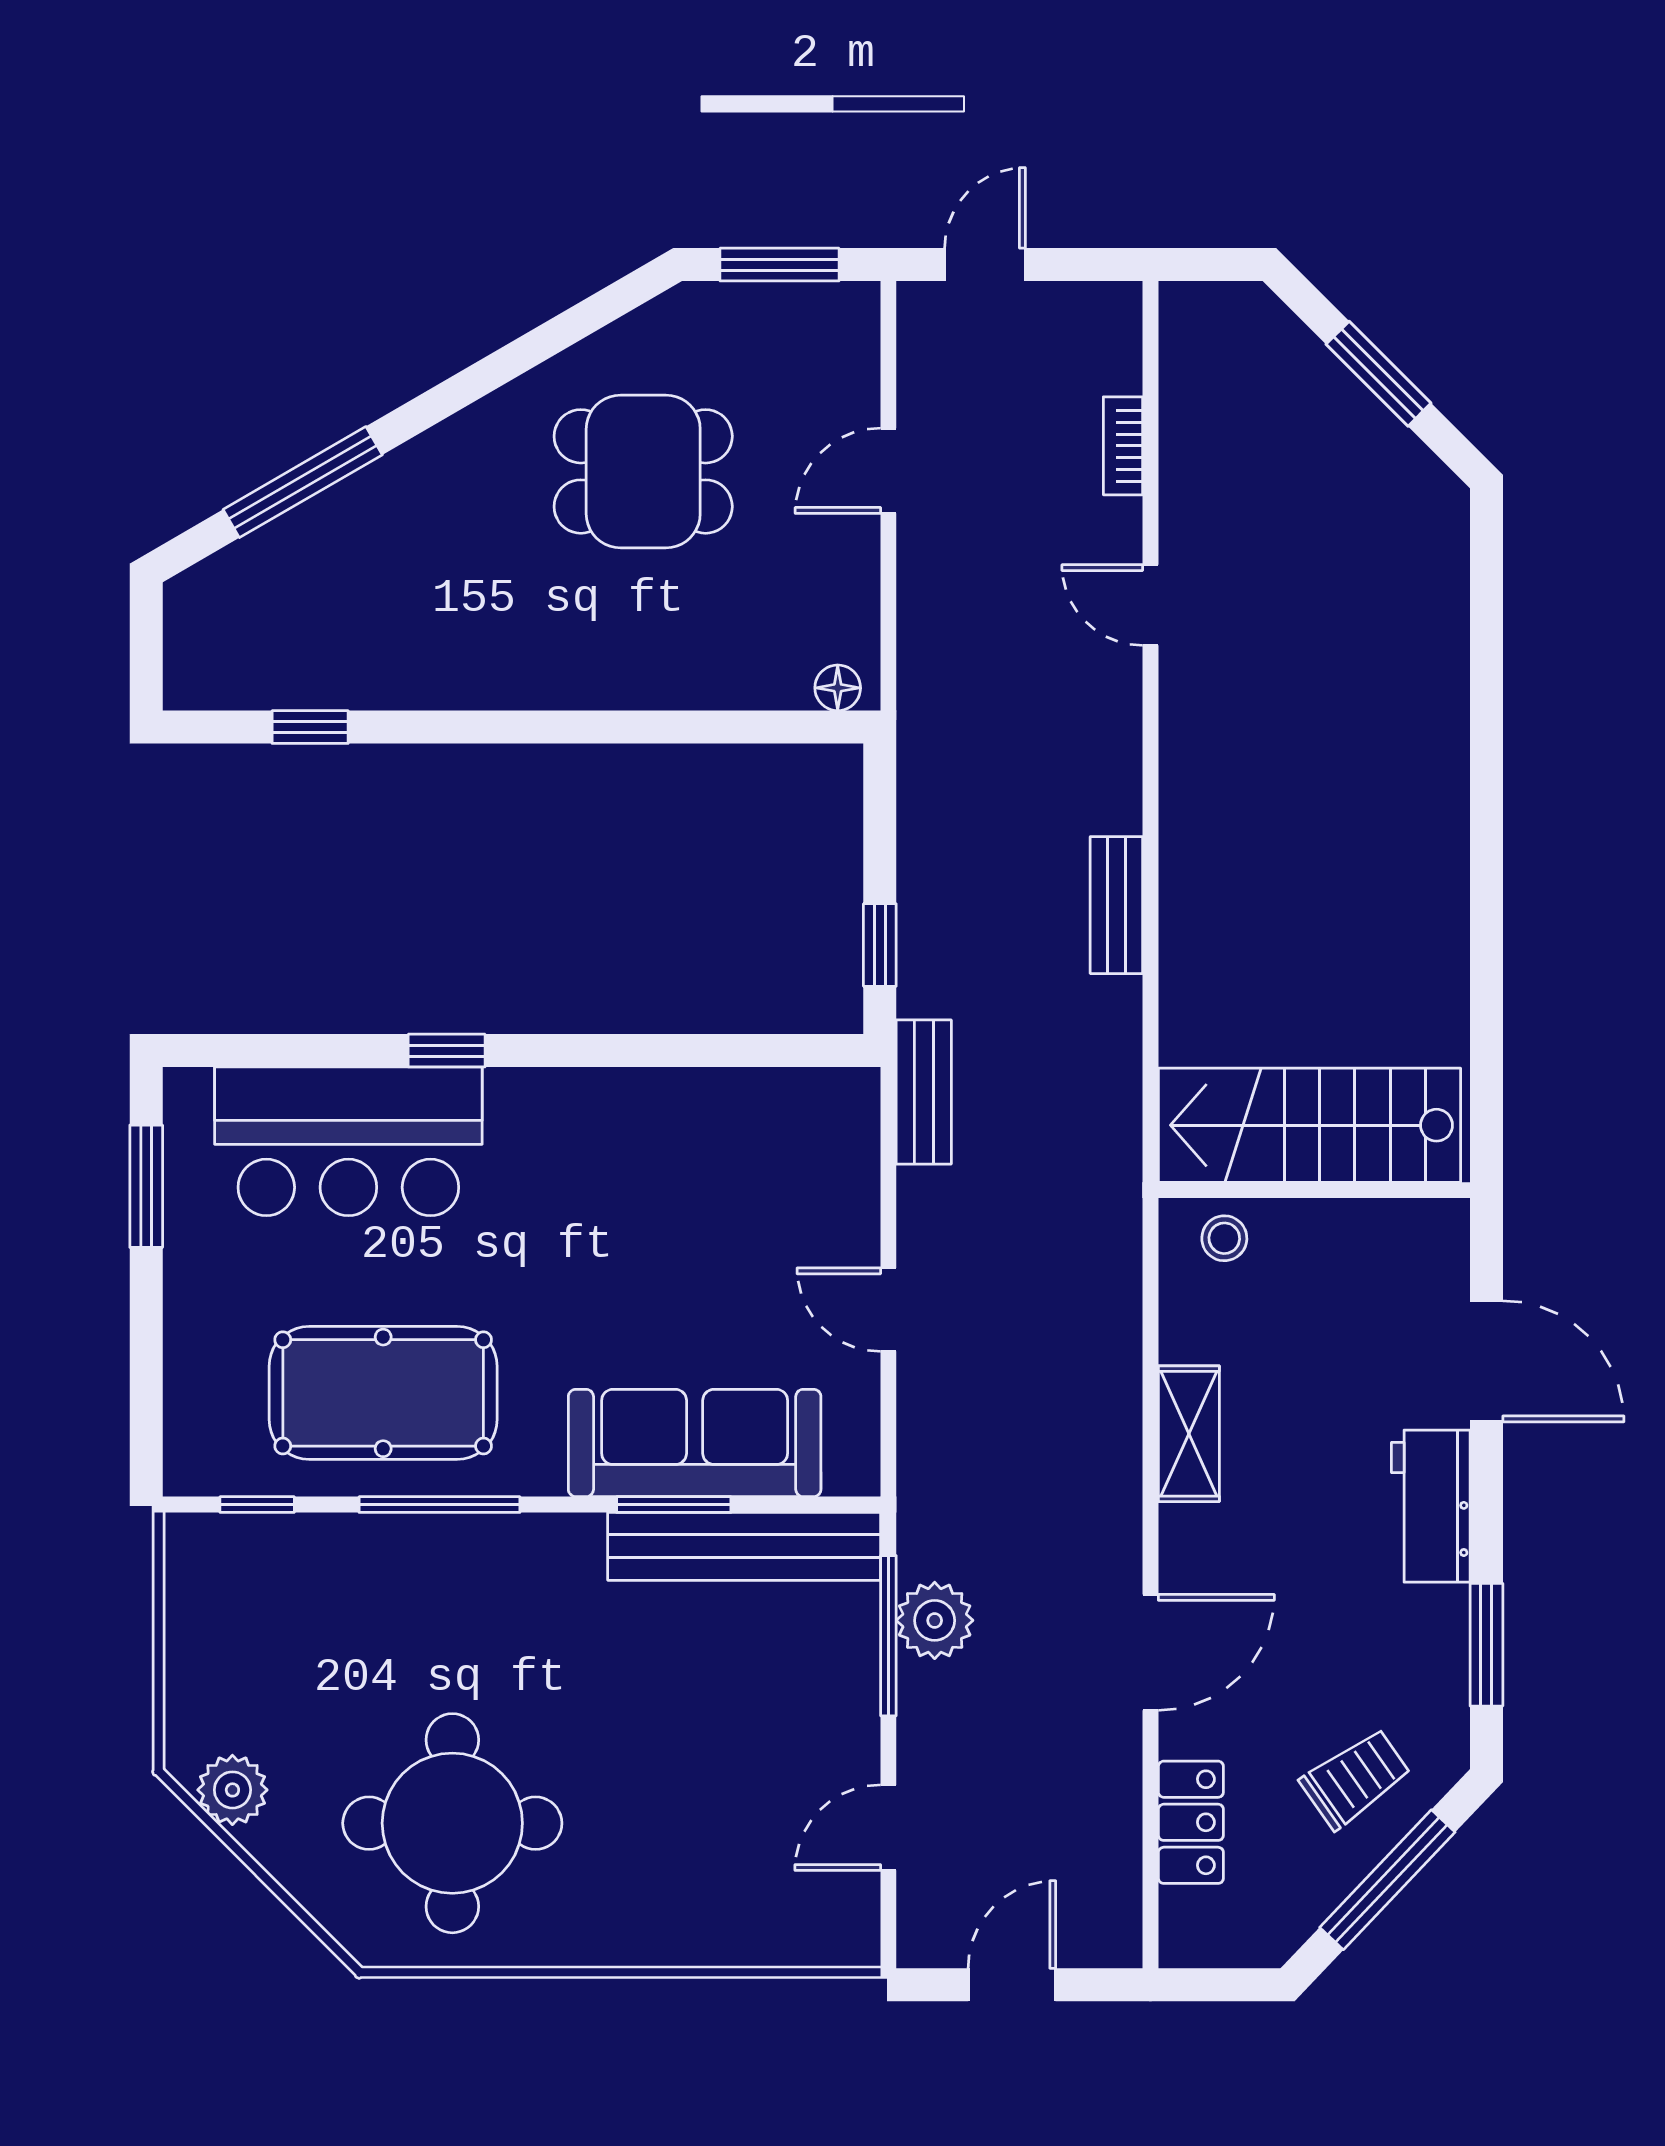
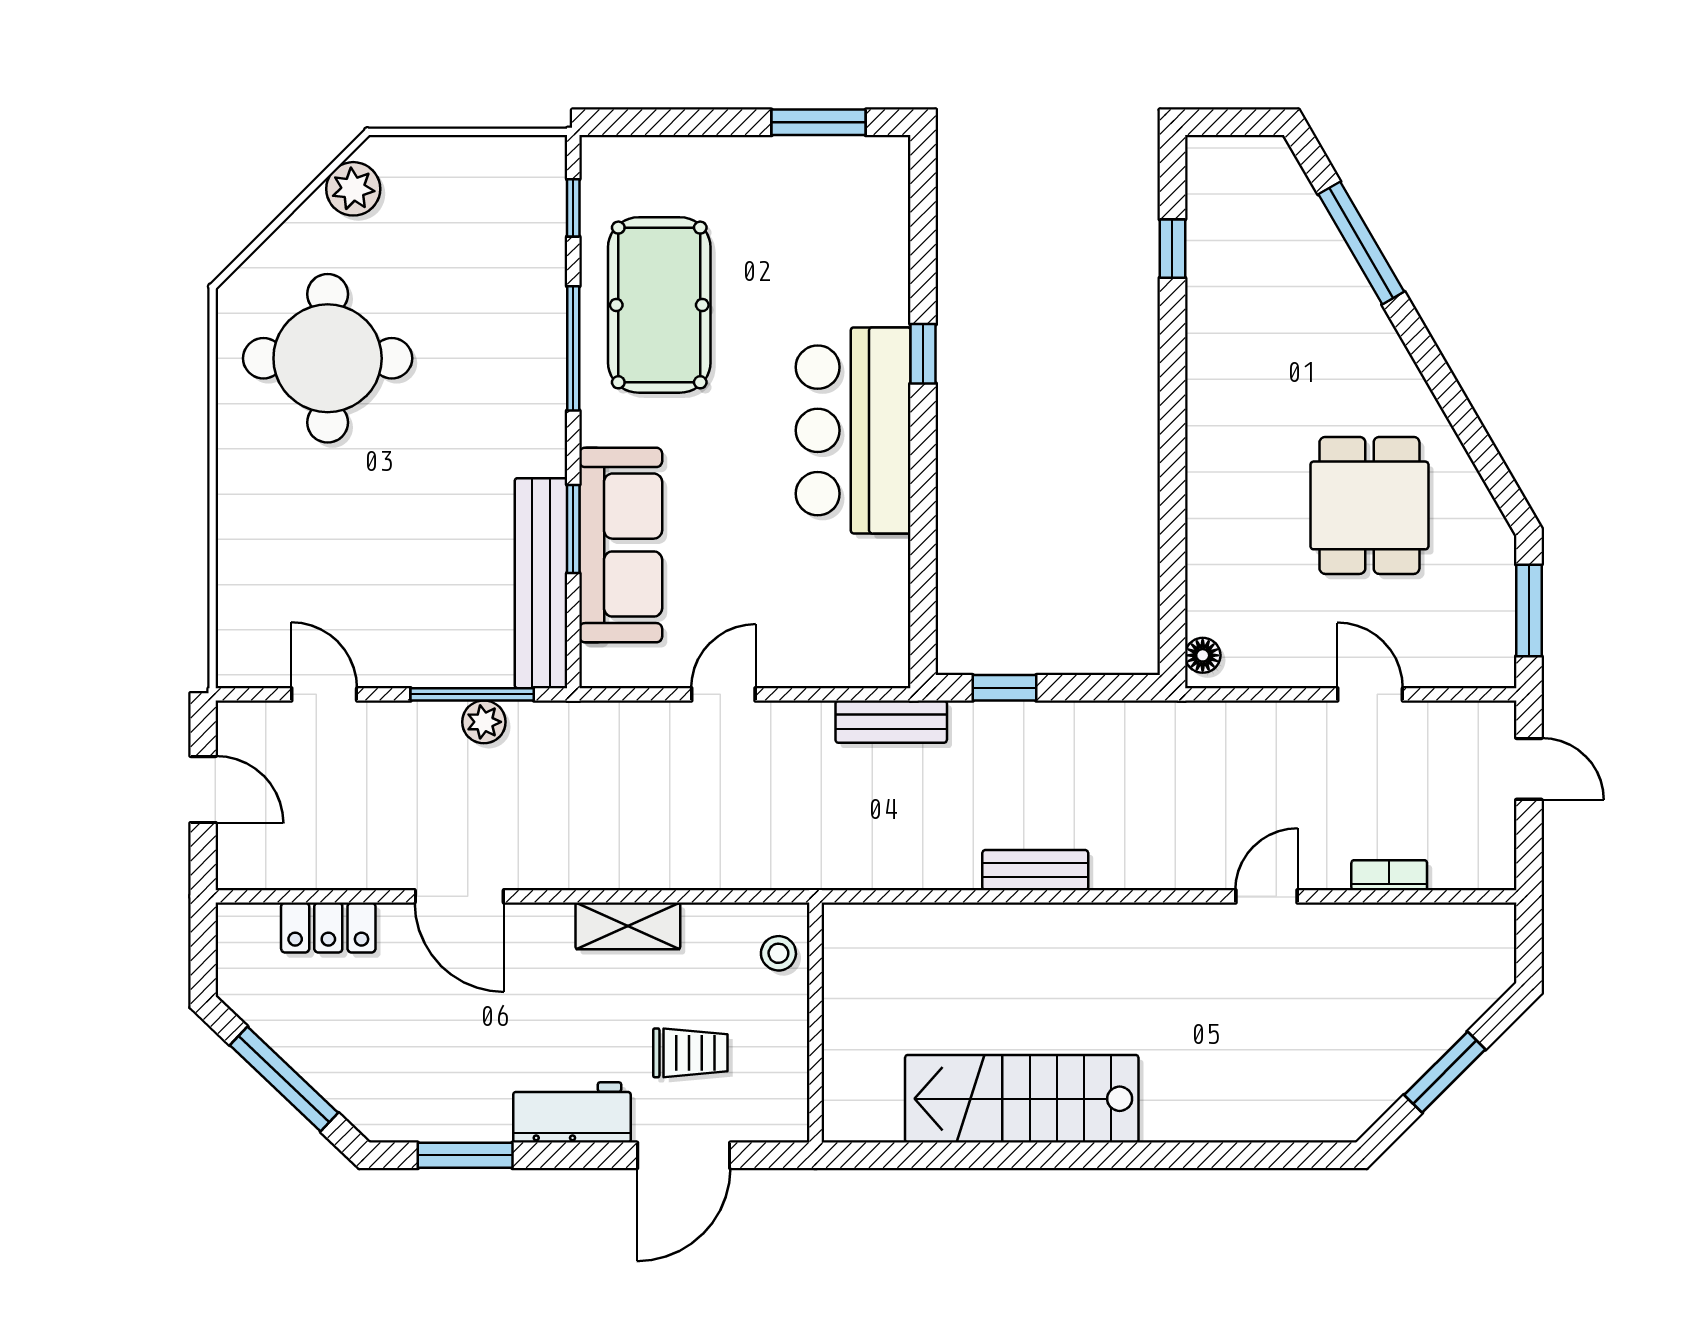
stairs: (1309, 1125) -> (1022, 1099), moved, turned -90
bar counter: (348, 1141) -> (853, 430), moved
plant: (935, 1620) -> (484, 722), width x0.73, depth x0.73
trolley: (1355, 1779) -> (690, 1053), moved, turned -55

